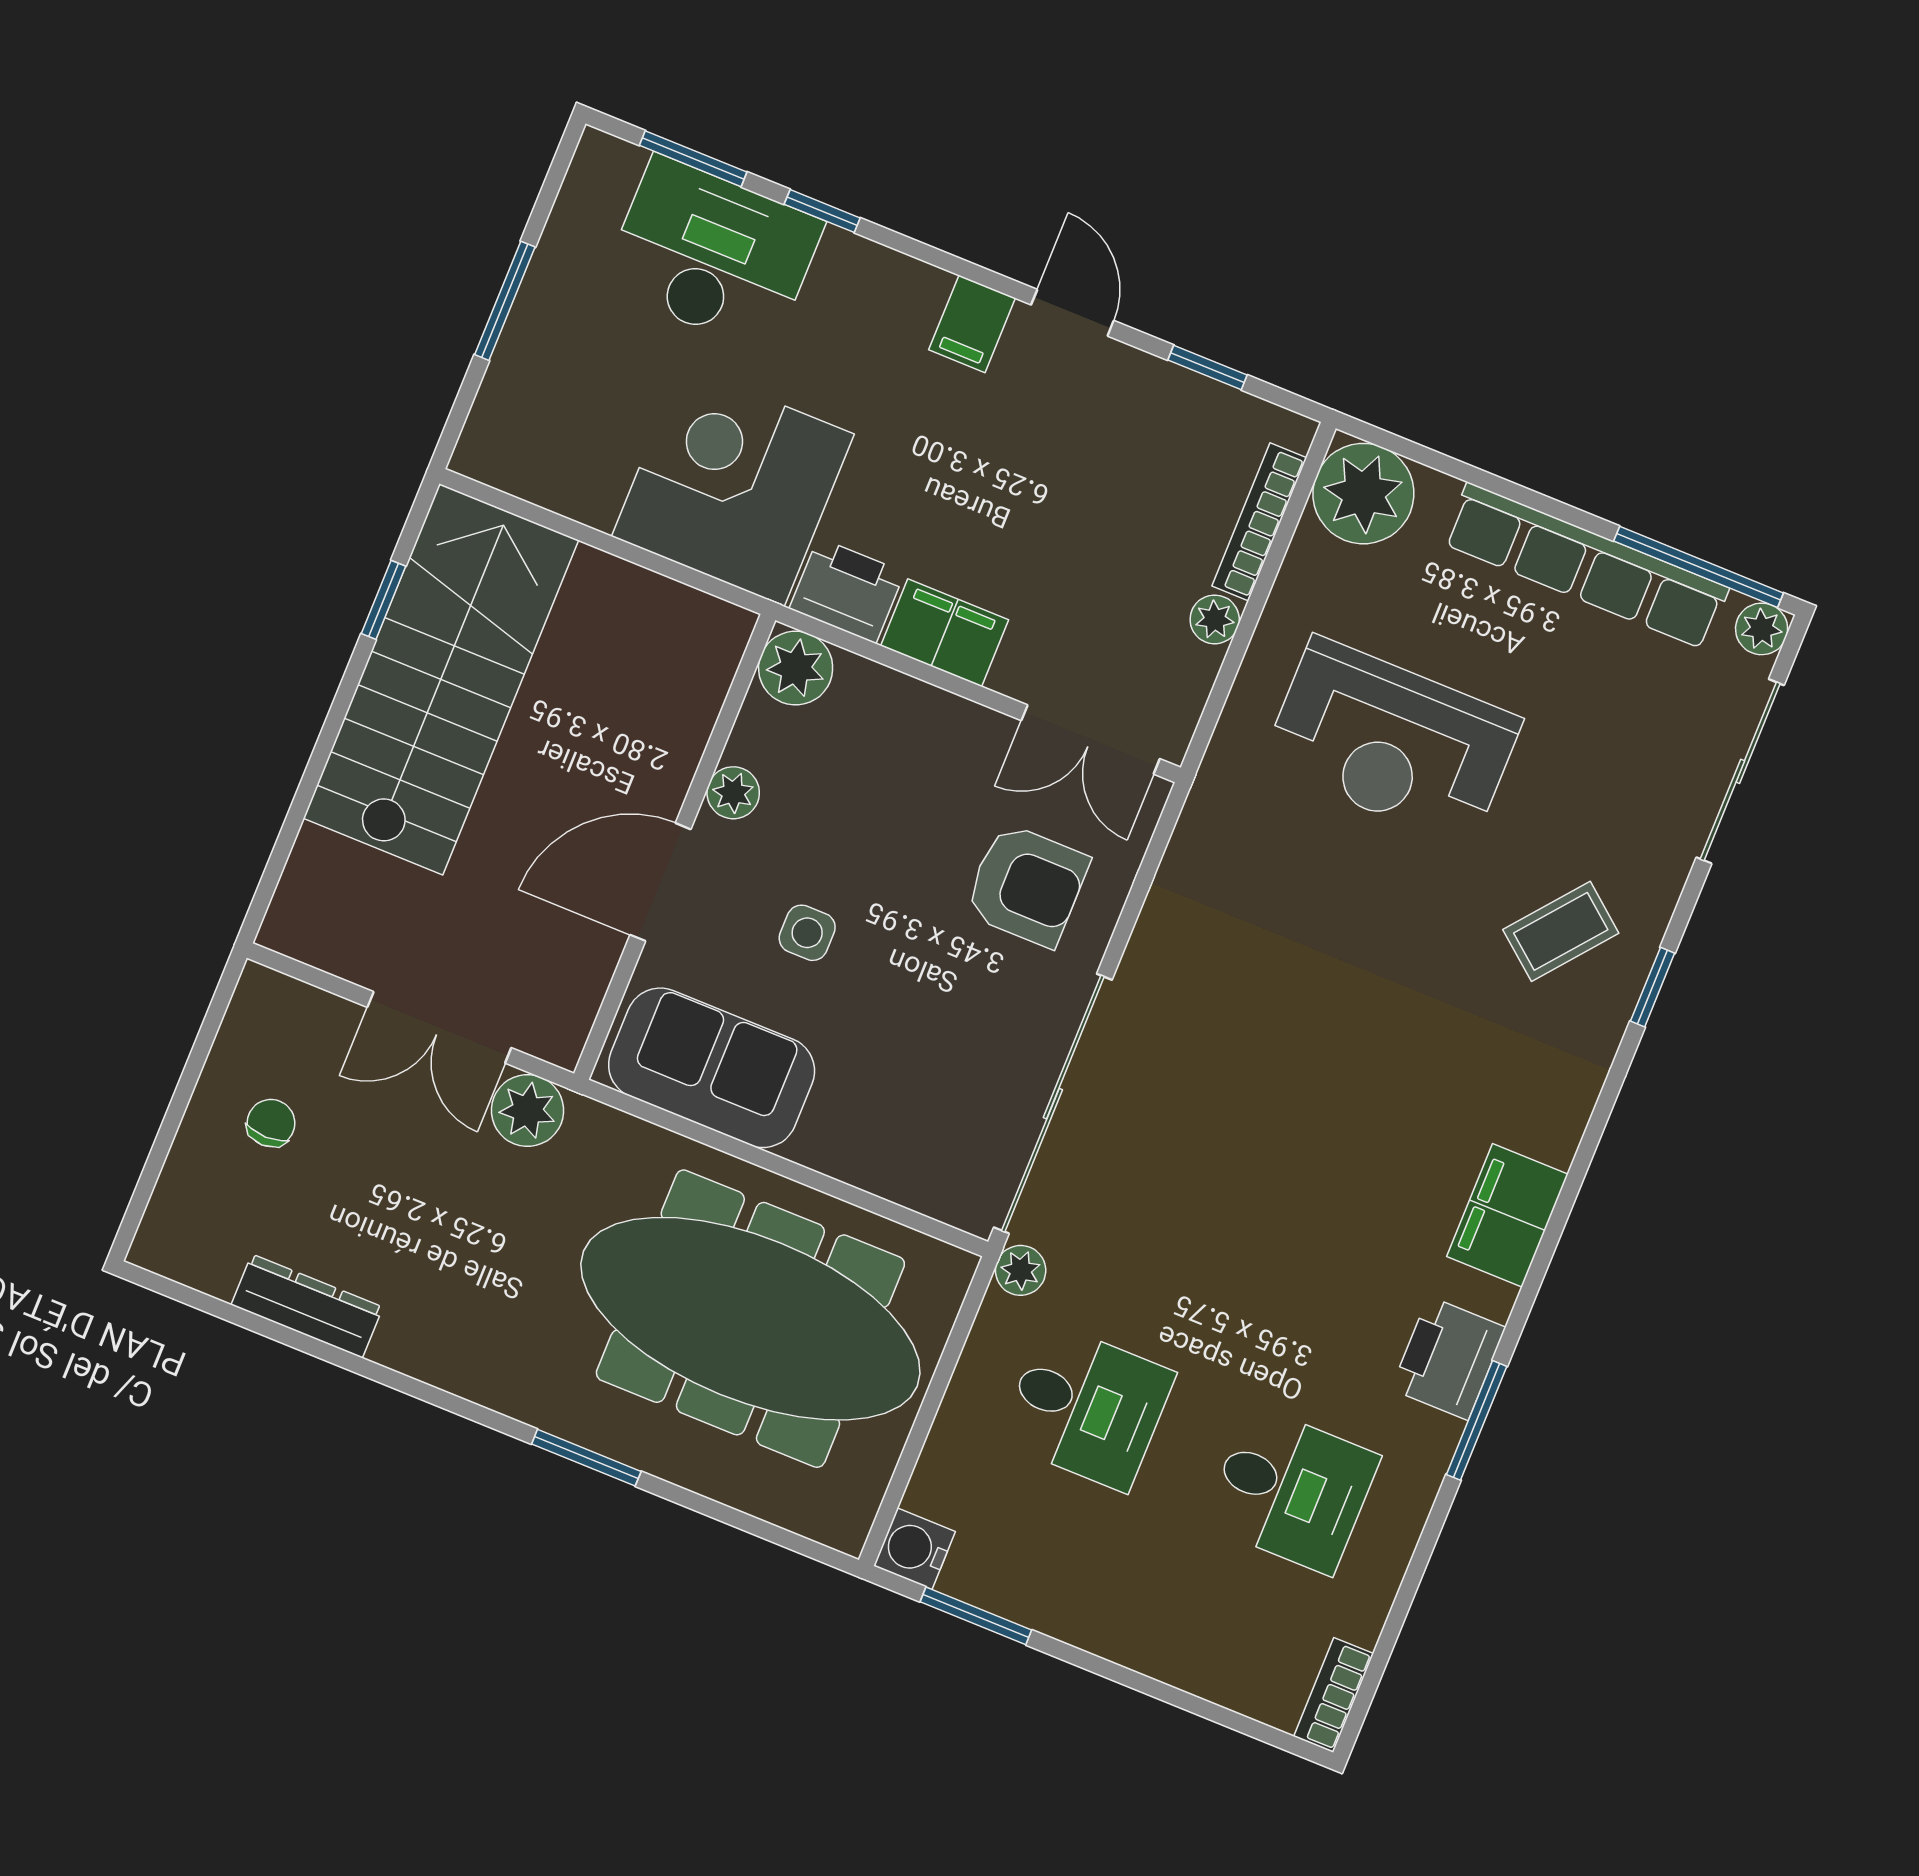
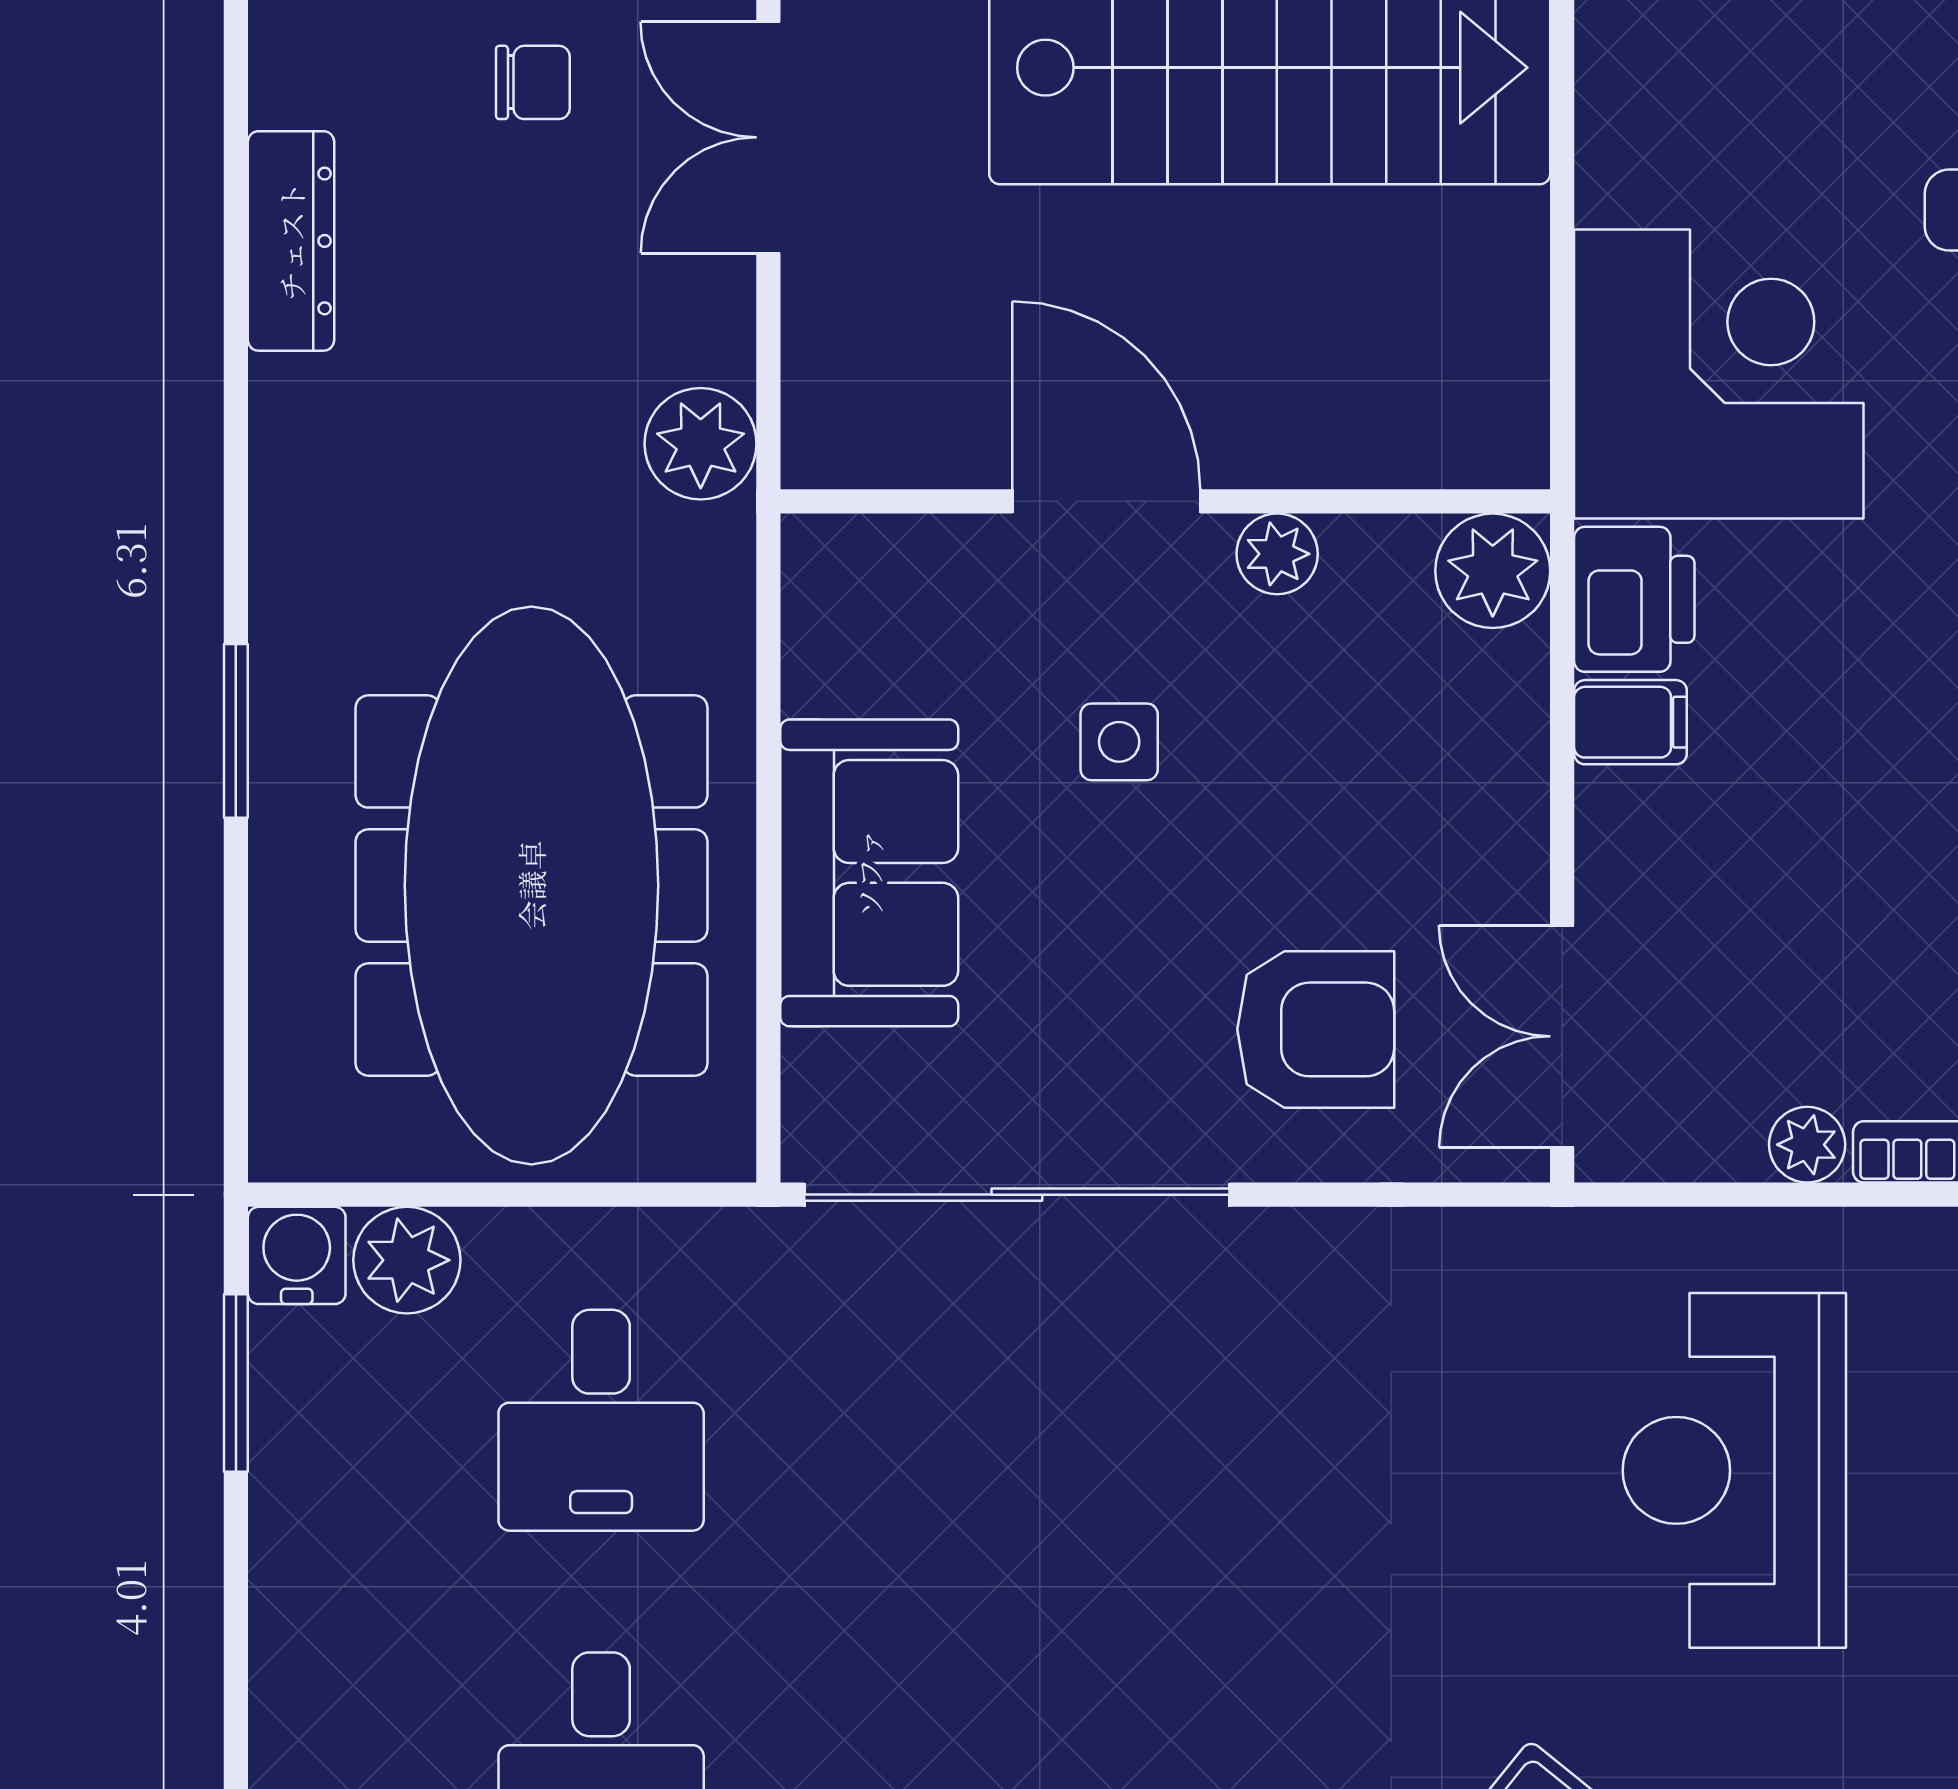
filing cabinet: (945, 633) -> (1630, 722), width x0.50
armchair: (1027, 885) -> (1316, 1029), turned -90
double door: (439, 1027) -> (768, 137), moved
sofa: (712, 1068) -> (869, 873), moved
plant: (1021, 1270) -> (407, 1260), moved, width x1.38, depth x1.38

